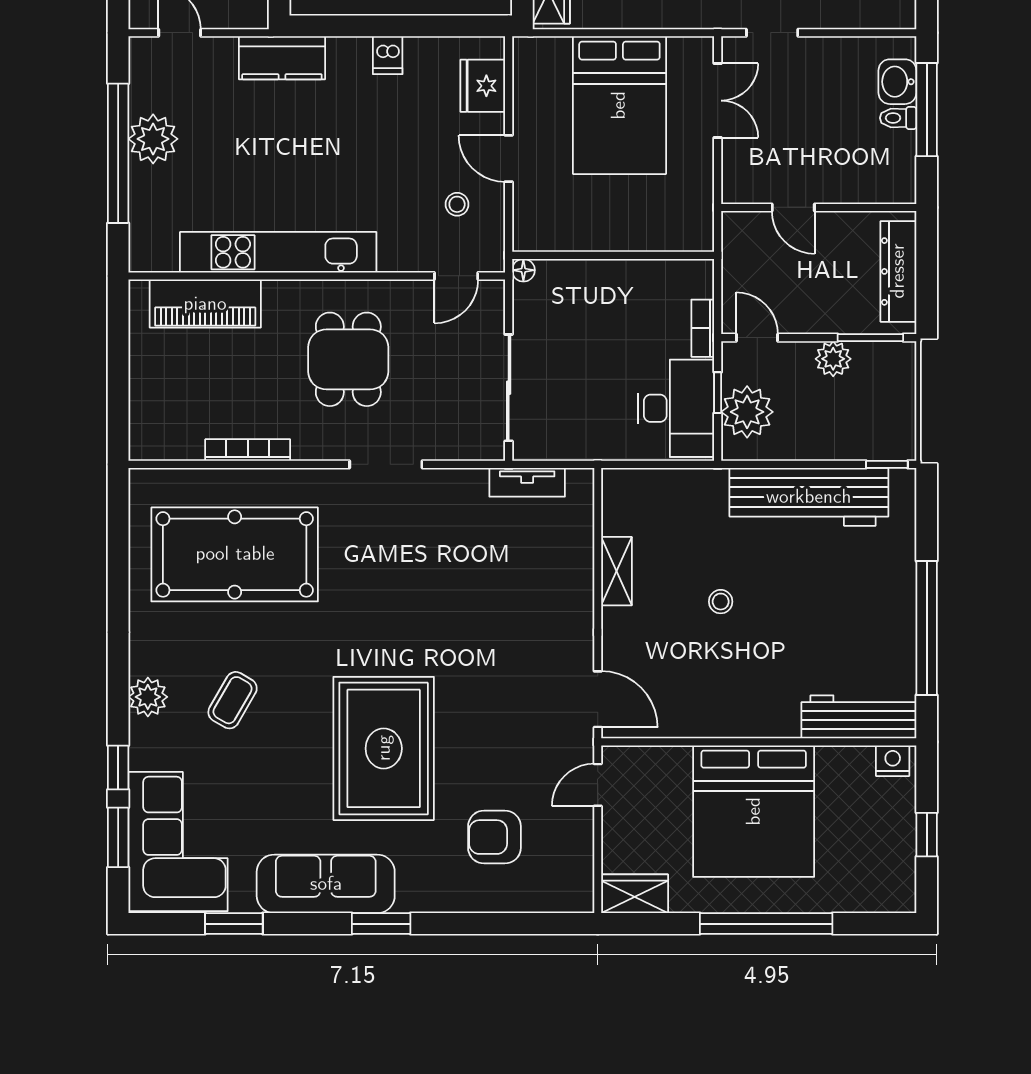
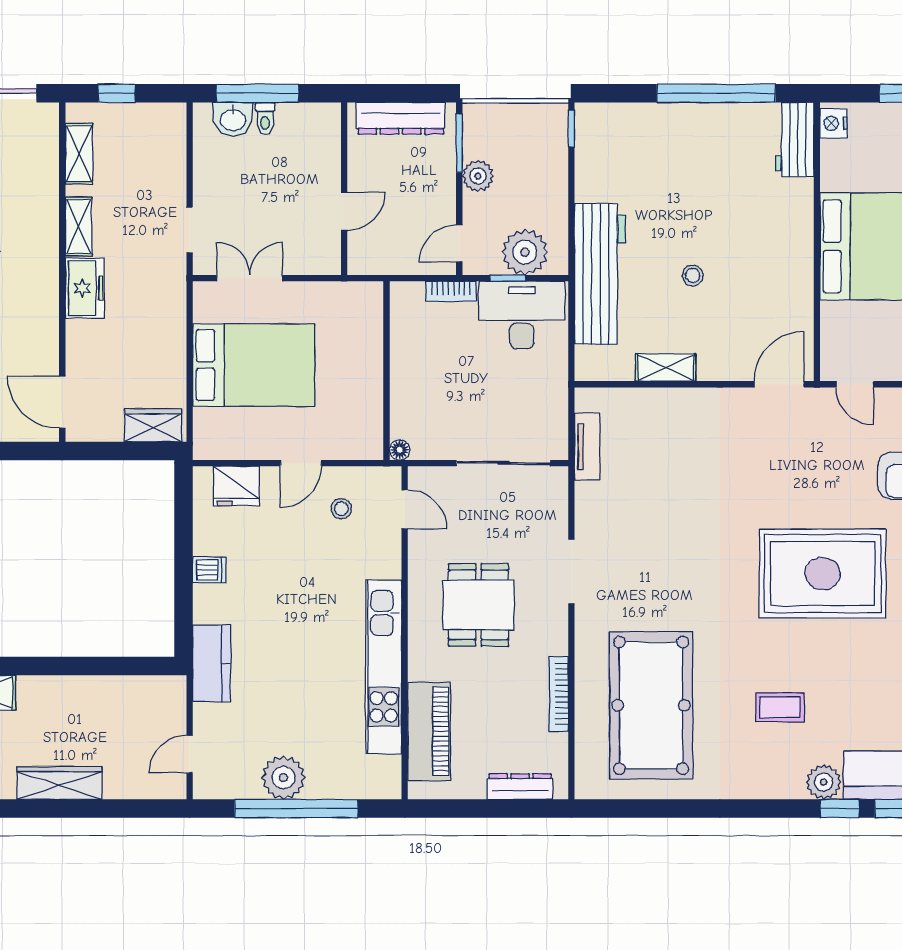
dining table: (348, 359) -> (478, 605), turned 90
dresser: (143, 406) -> (520, 787), added
workbench: (809, 497) -> (600, 274), moved
plant: (148, 697) -> (824, 782), moved
coffee table: (233, 700) -> (780, 707), turned -30
workbench: (859, 717) -> (795, 139), width x0.73

